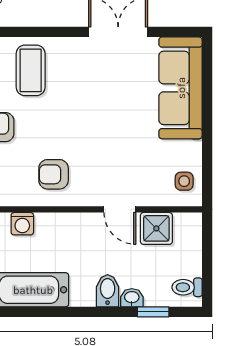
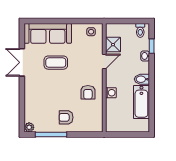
coffee table: (31, 70) -> (56, 63), moved
washing machine: (22, 224) -> (111, 93), moved
bidet: (108, 291) -> (142, 79), moved

